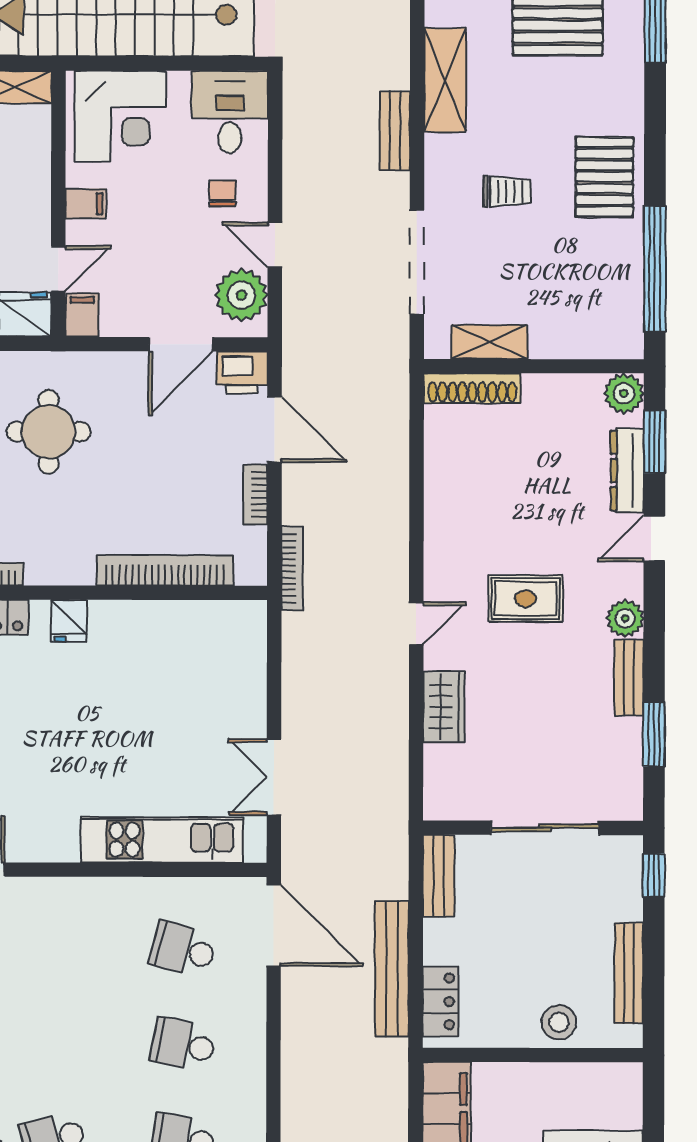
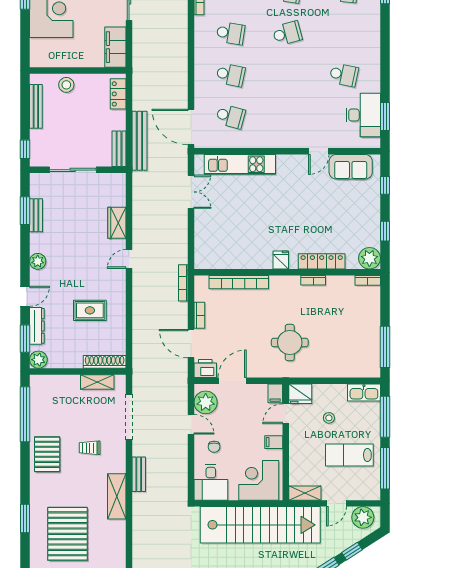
rug: (526, 599) -> (90, 310), moved
bench: (629, 678) -> (36, 215), moved
bench: (392, 969) -> (139, 141), moved

